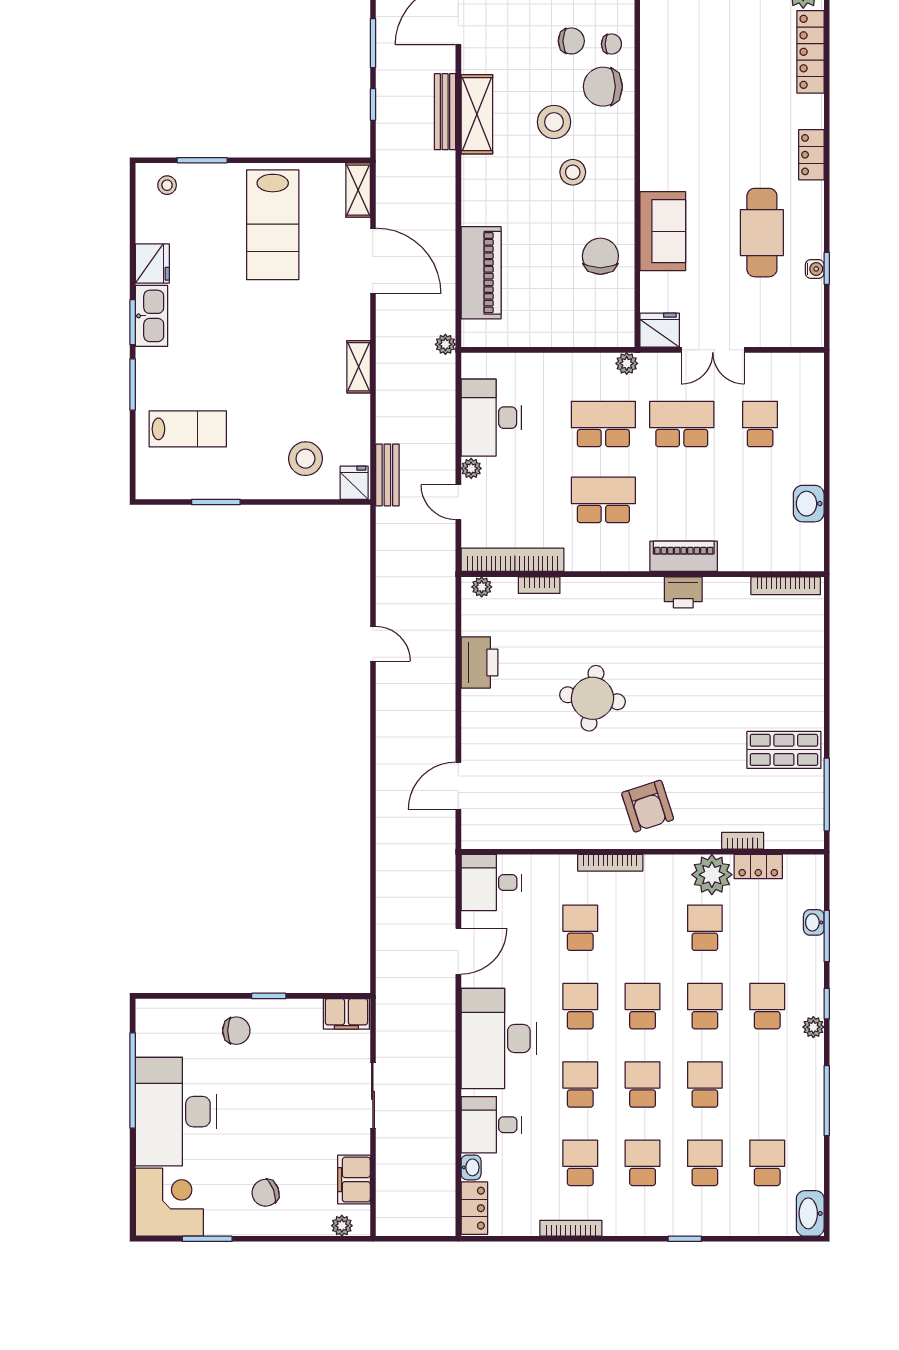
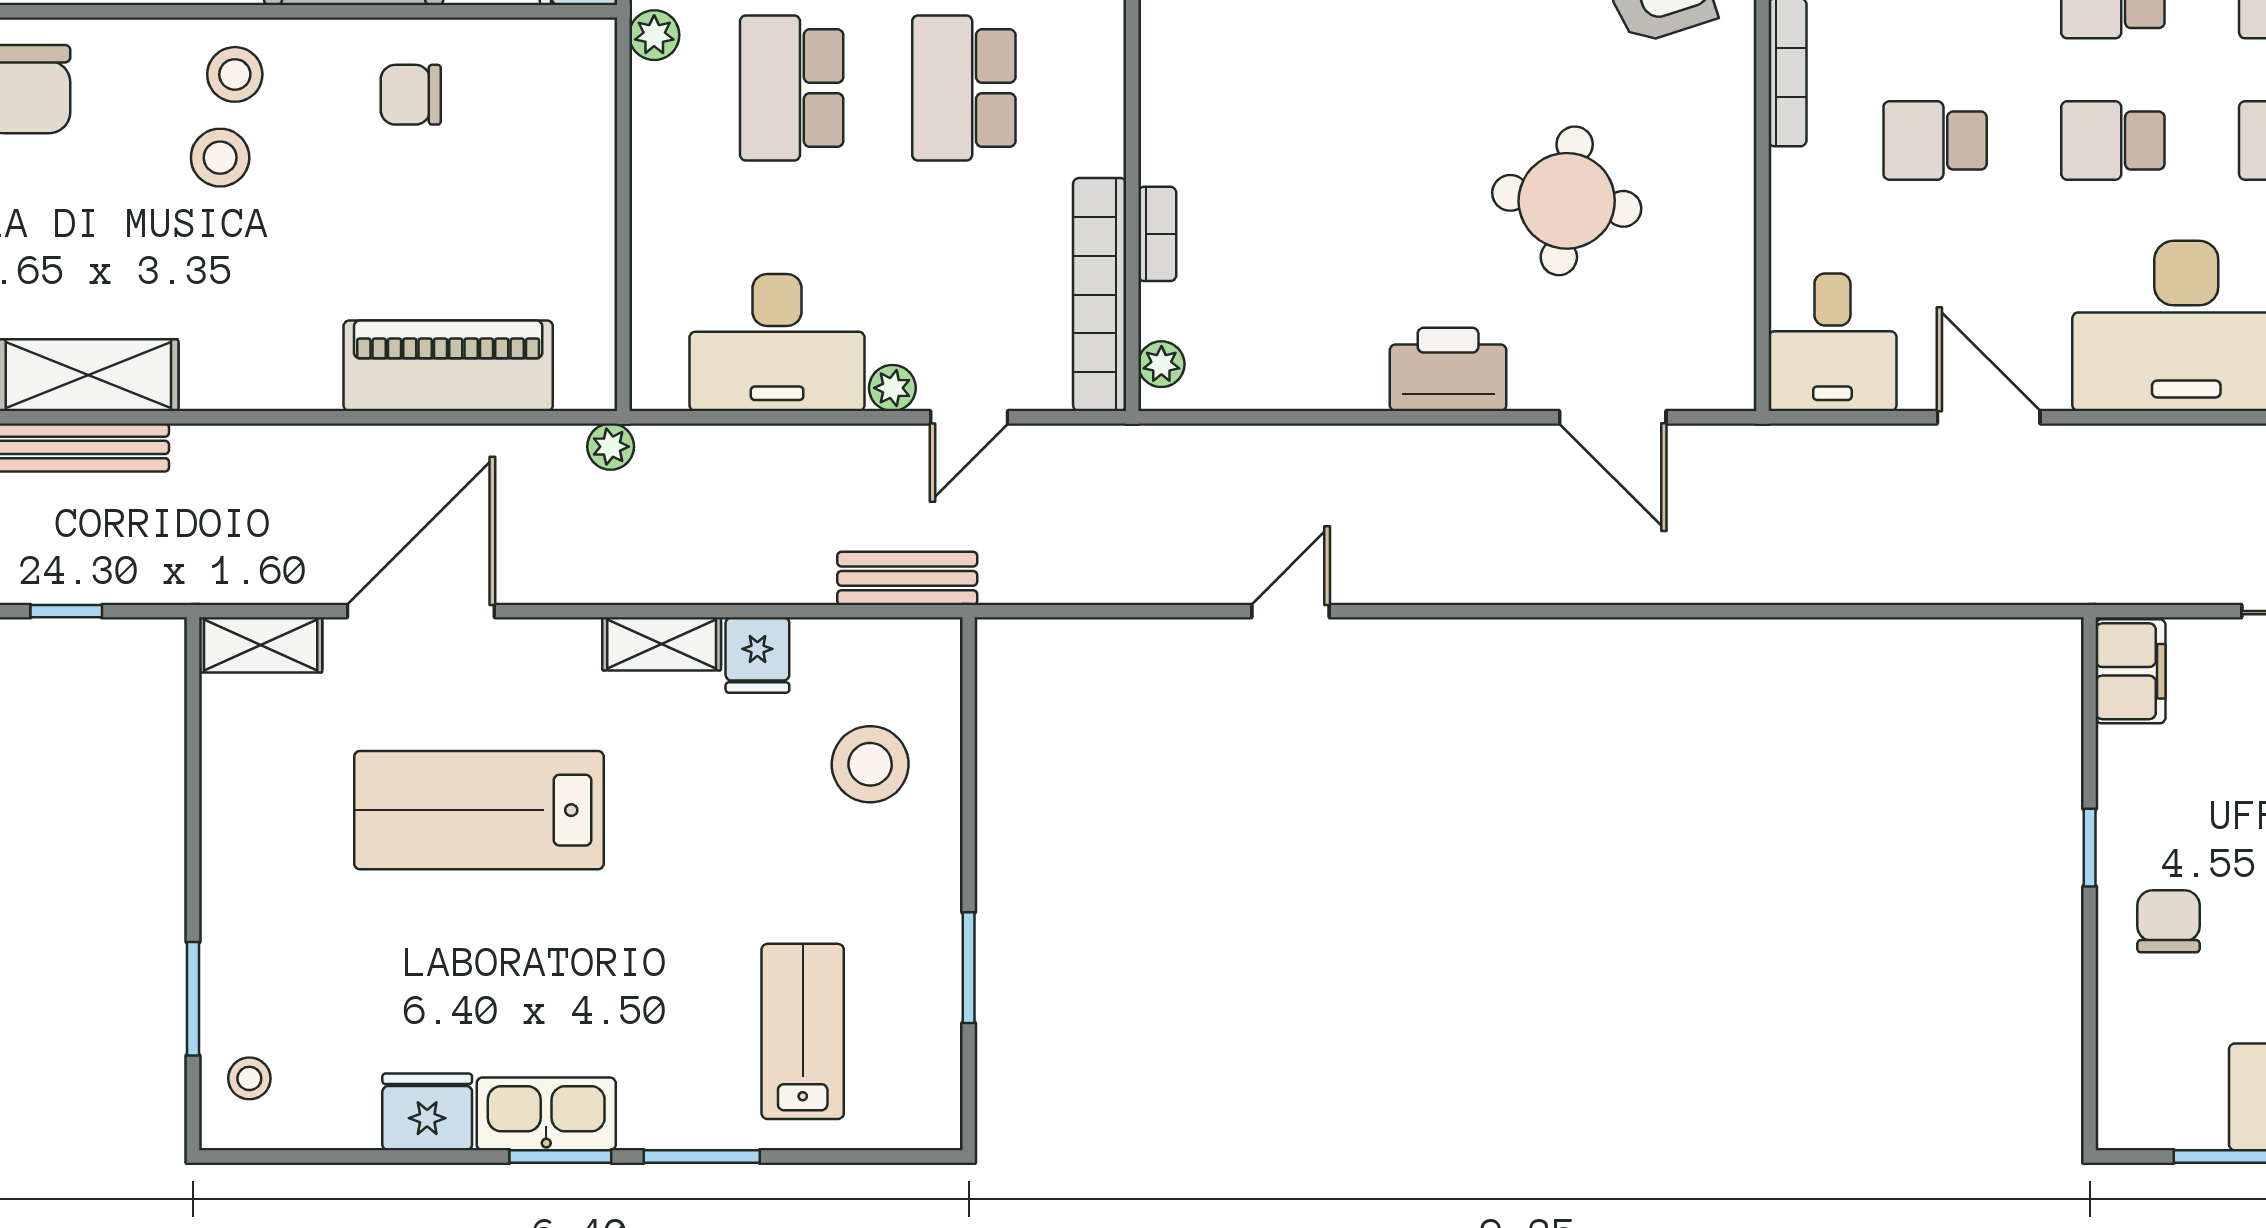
stool: (554, 122) -> (235, 74), moved, width x0.73, depth x0.73
lab bench: (273, 225) -> (479, 810), moved, turned 180
chair: (600, 256) -> (411, 95), width x0.73, depth x0.73
fridge: (354, 483) -> (757, 655), moved, turned -90
printer: (479, 662) -> (1448, 369), moved
round table: (592, 698) -> (1567, 201), moved

